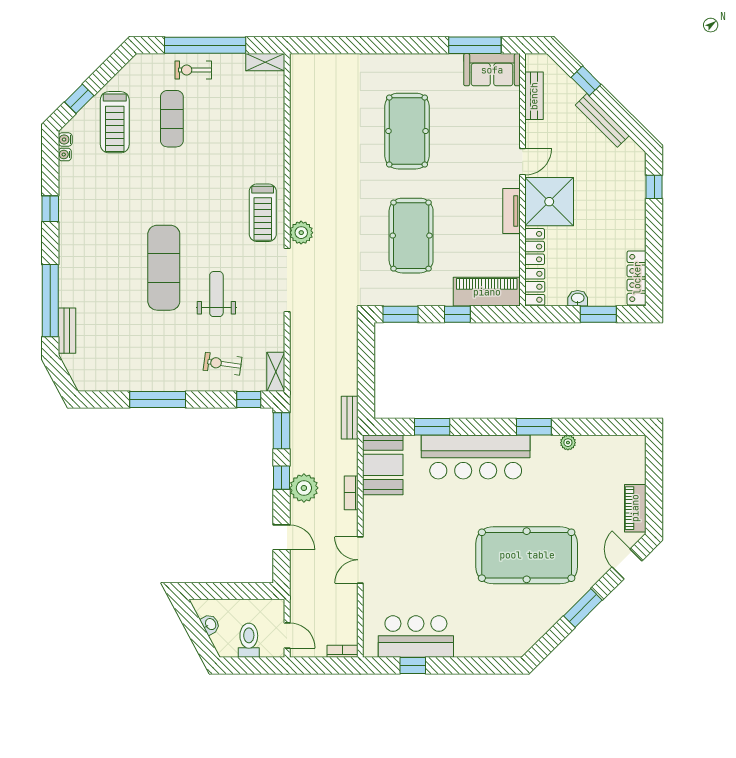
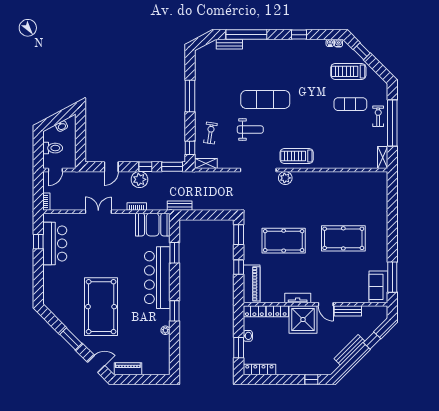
bench: (534, 96) -> (348, 311), moved

